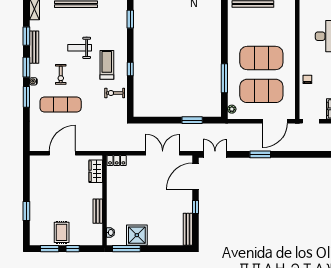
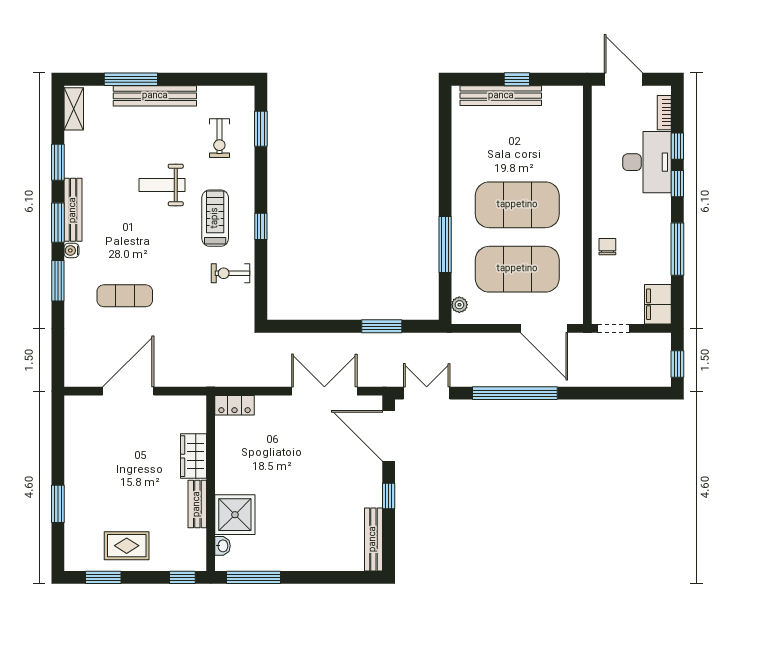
bench: (34, 47) -> (73, 210), moved
exercise bike: (61, 74) -> (219, 138), moved
exercise mat: (61, 105) -> (125, 296), width x0.73, depth x0.69
door: (275, 121) -> (544, 328), hinge flipped
window: (260, 154) -> (515, 393), width x2.11
wardrobe: (96, 171) -> (194, 456), moved
door: (196, 176) -> (389, 436), hinge flipped
rug: (62, 232) -> (127, 546), turned 90
shower: (137, 235) -> (235, 515), moved
window: (73, 249) -> (182, 577), moved

